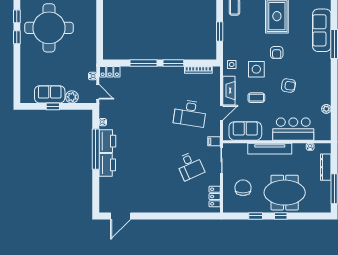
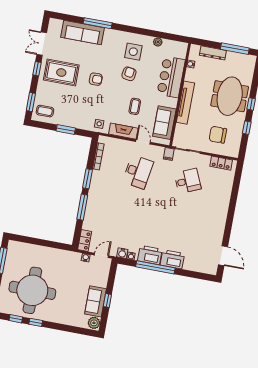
side table: (256, 69) -> (133, 52), moved
plant: (72, 97) -> (94, 323), moved
water cooler: (104, 113) -> (122, 253), added

